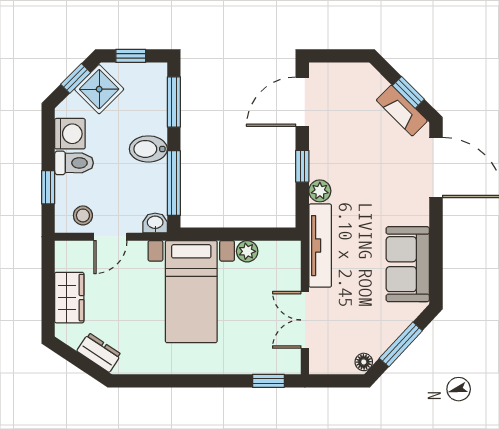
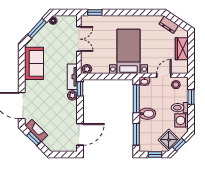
window: (302, 166) -> (80, 89), moved
tv unit: (320, 246) -> (72, 77), width x0.71
plant: (247, 251) -> (87, 69), moved

